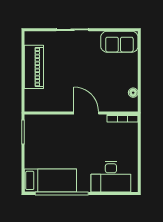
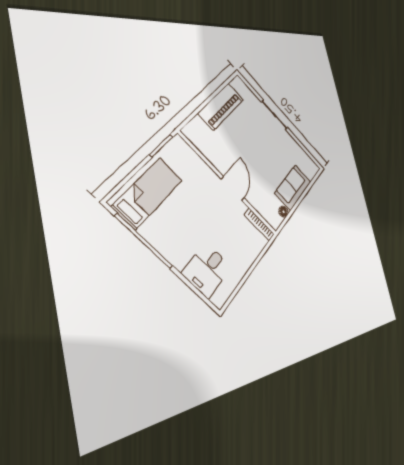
sofa: (119, 42) -> (293, 188), moved, turned 90
desk: (111, 177) -> (207, 270), width x0.73
bed: (50, 180) -> (148, 193), moved, turned -90

